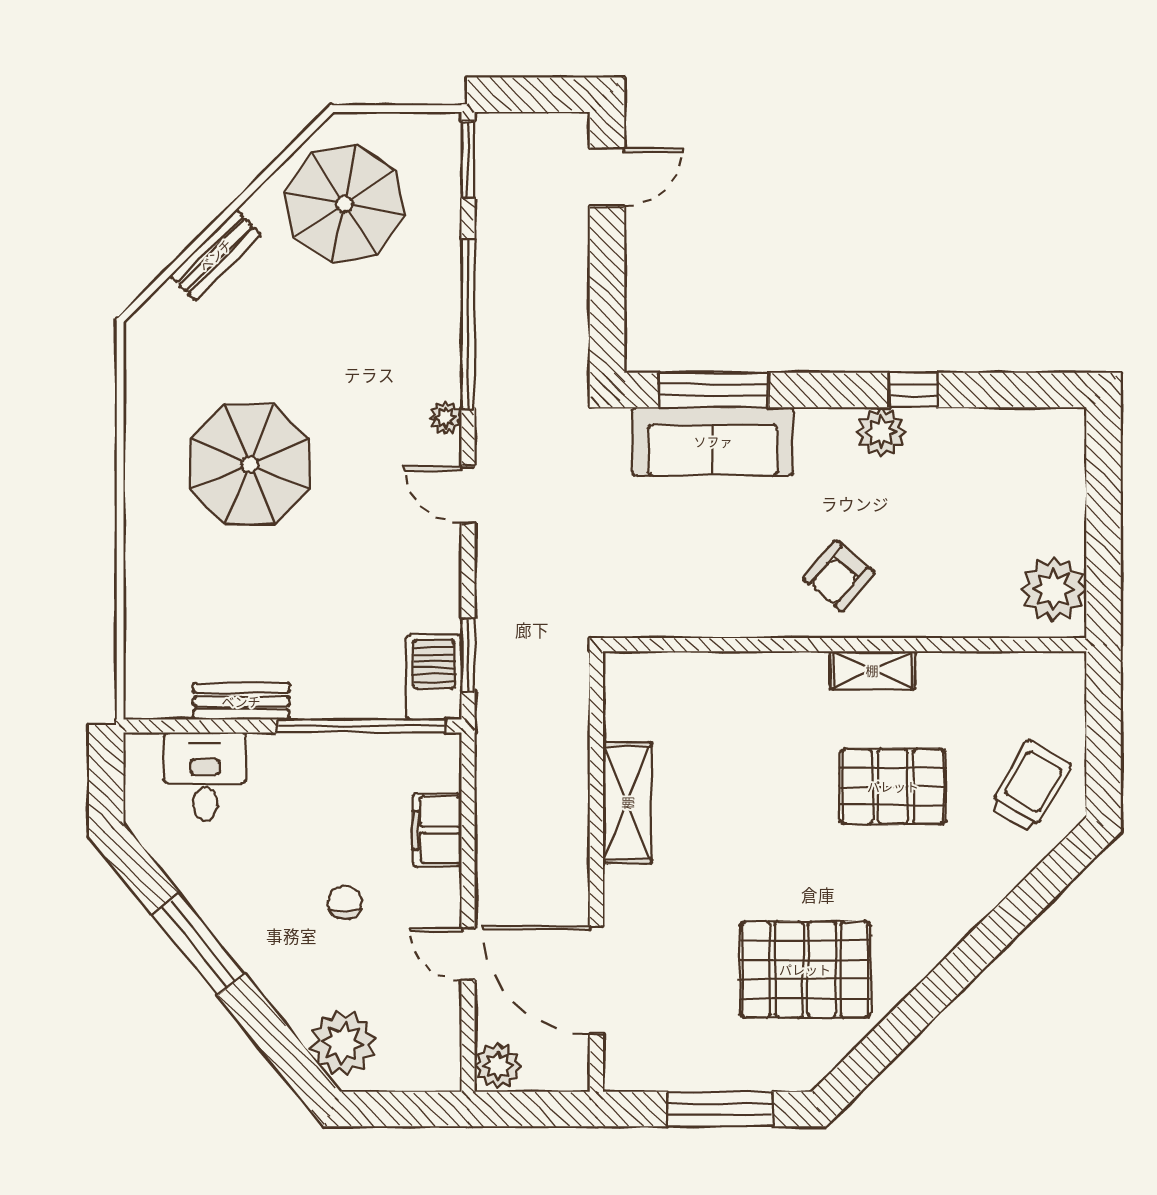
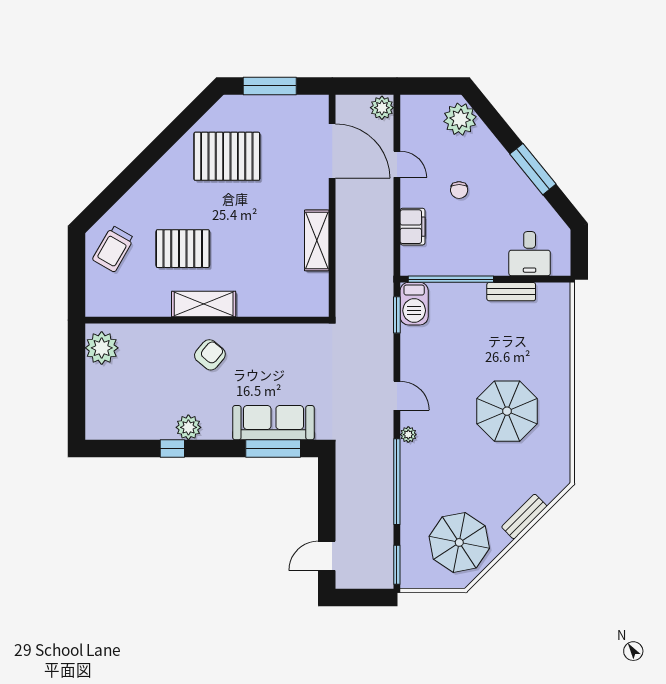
shelving: (872, 670) -> (204, 304), width x1.50, depth x1.33

